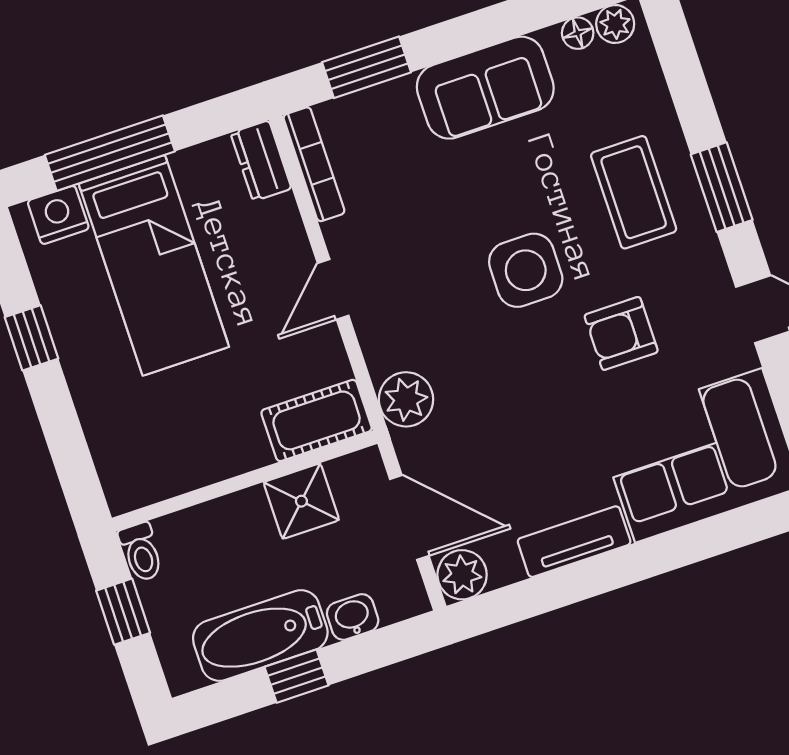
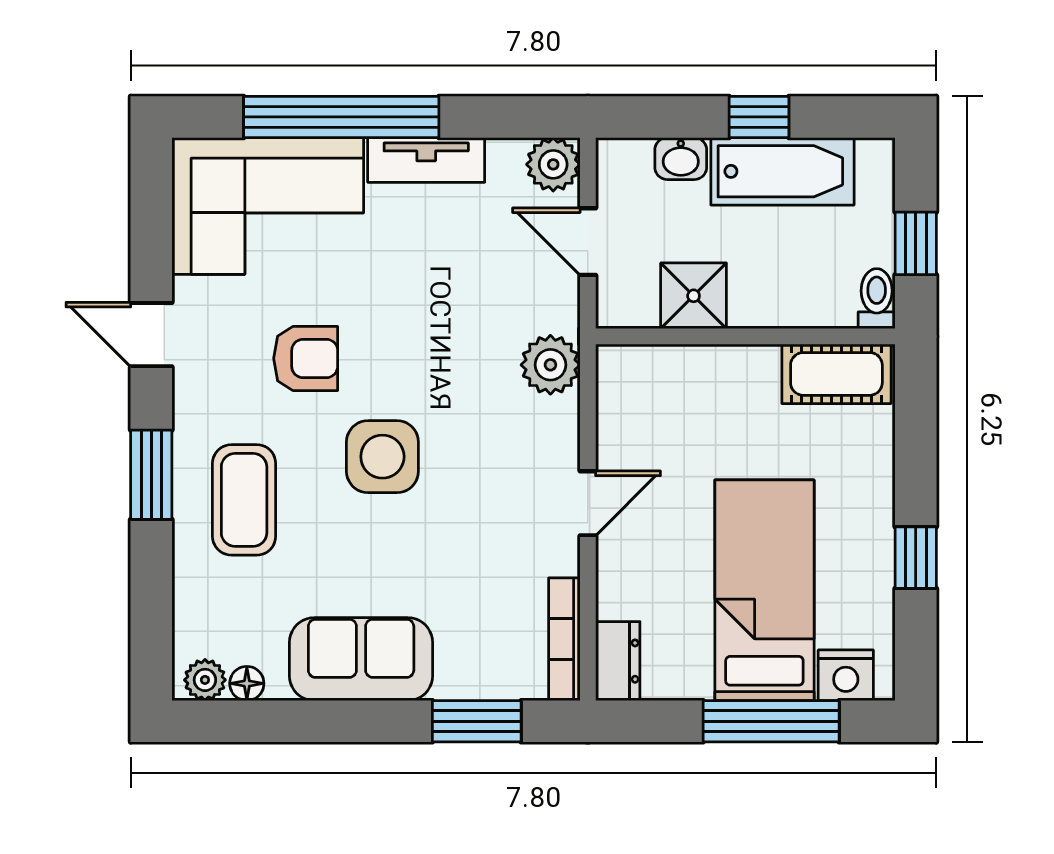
cot: (317, 420) -> (836, 374), moved
door: (409, 517) -> (588, 242), width x0.73
window: (661, 554) -> (341, 117), added

